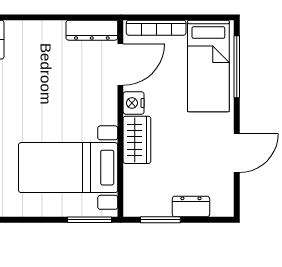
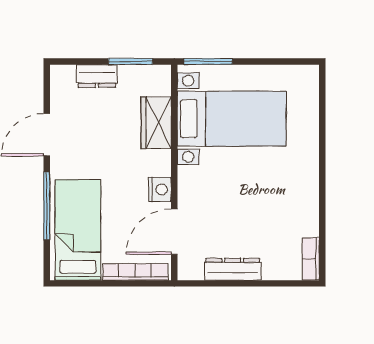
dresser: (92, 30) -> (233, 269), moved
window: (237, 67) -> (47, 206), moved
wardrobe: (137, 140) -> (156, 123), moved

